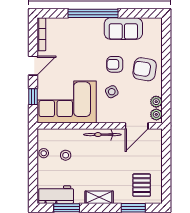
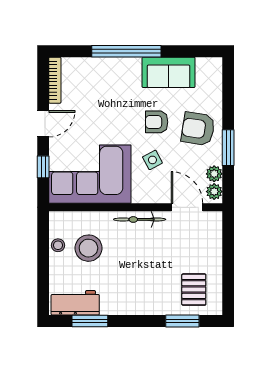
window: (166, 83) -> (228, 148), added
door: (137, 126) -> (187, 207), swing flipped
stool: (66, 155) -> (88, 248), width x1.89, depth x1.89
shelving: (99, 197) -> (135, 306), removed

